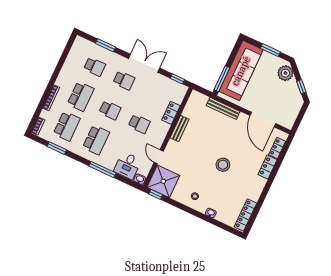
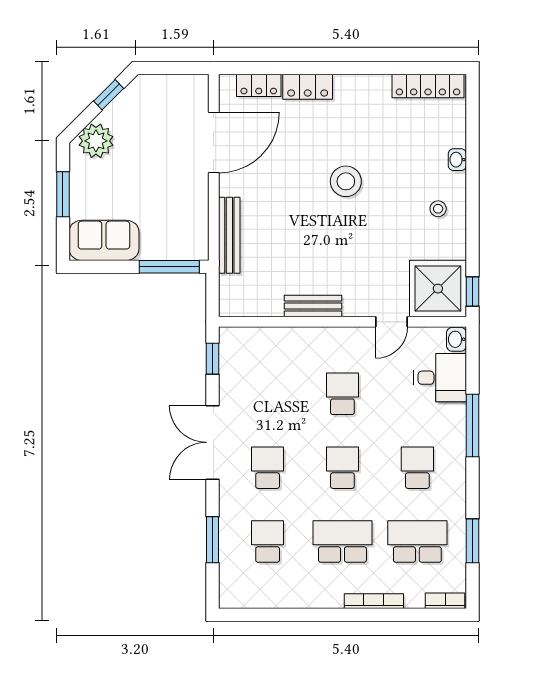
sofa: (241, 71) -> (104, 240), width x0.54, depth x0.79
locker: (171, 113) -> (289, 339), removed
school desk: (96, 140) -> (417, 468), width x0.54

